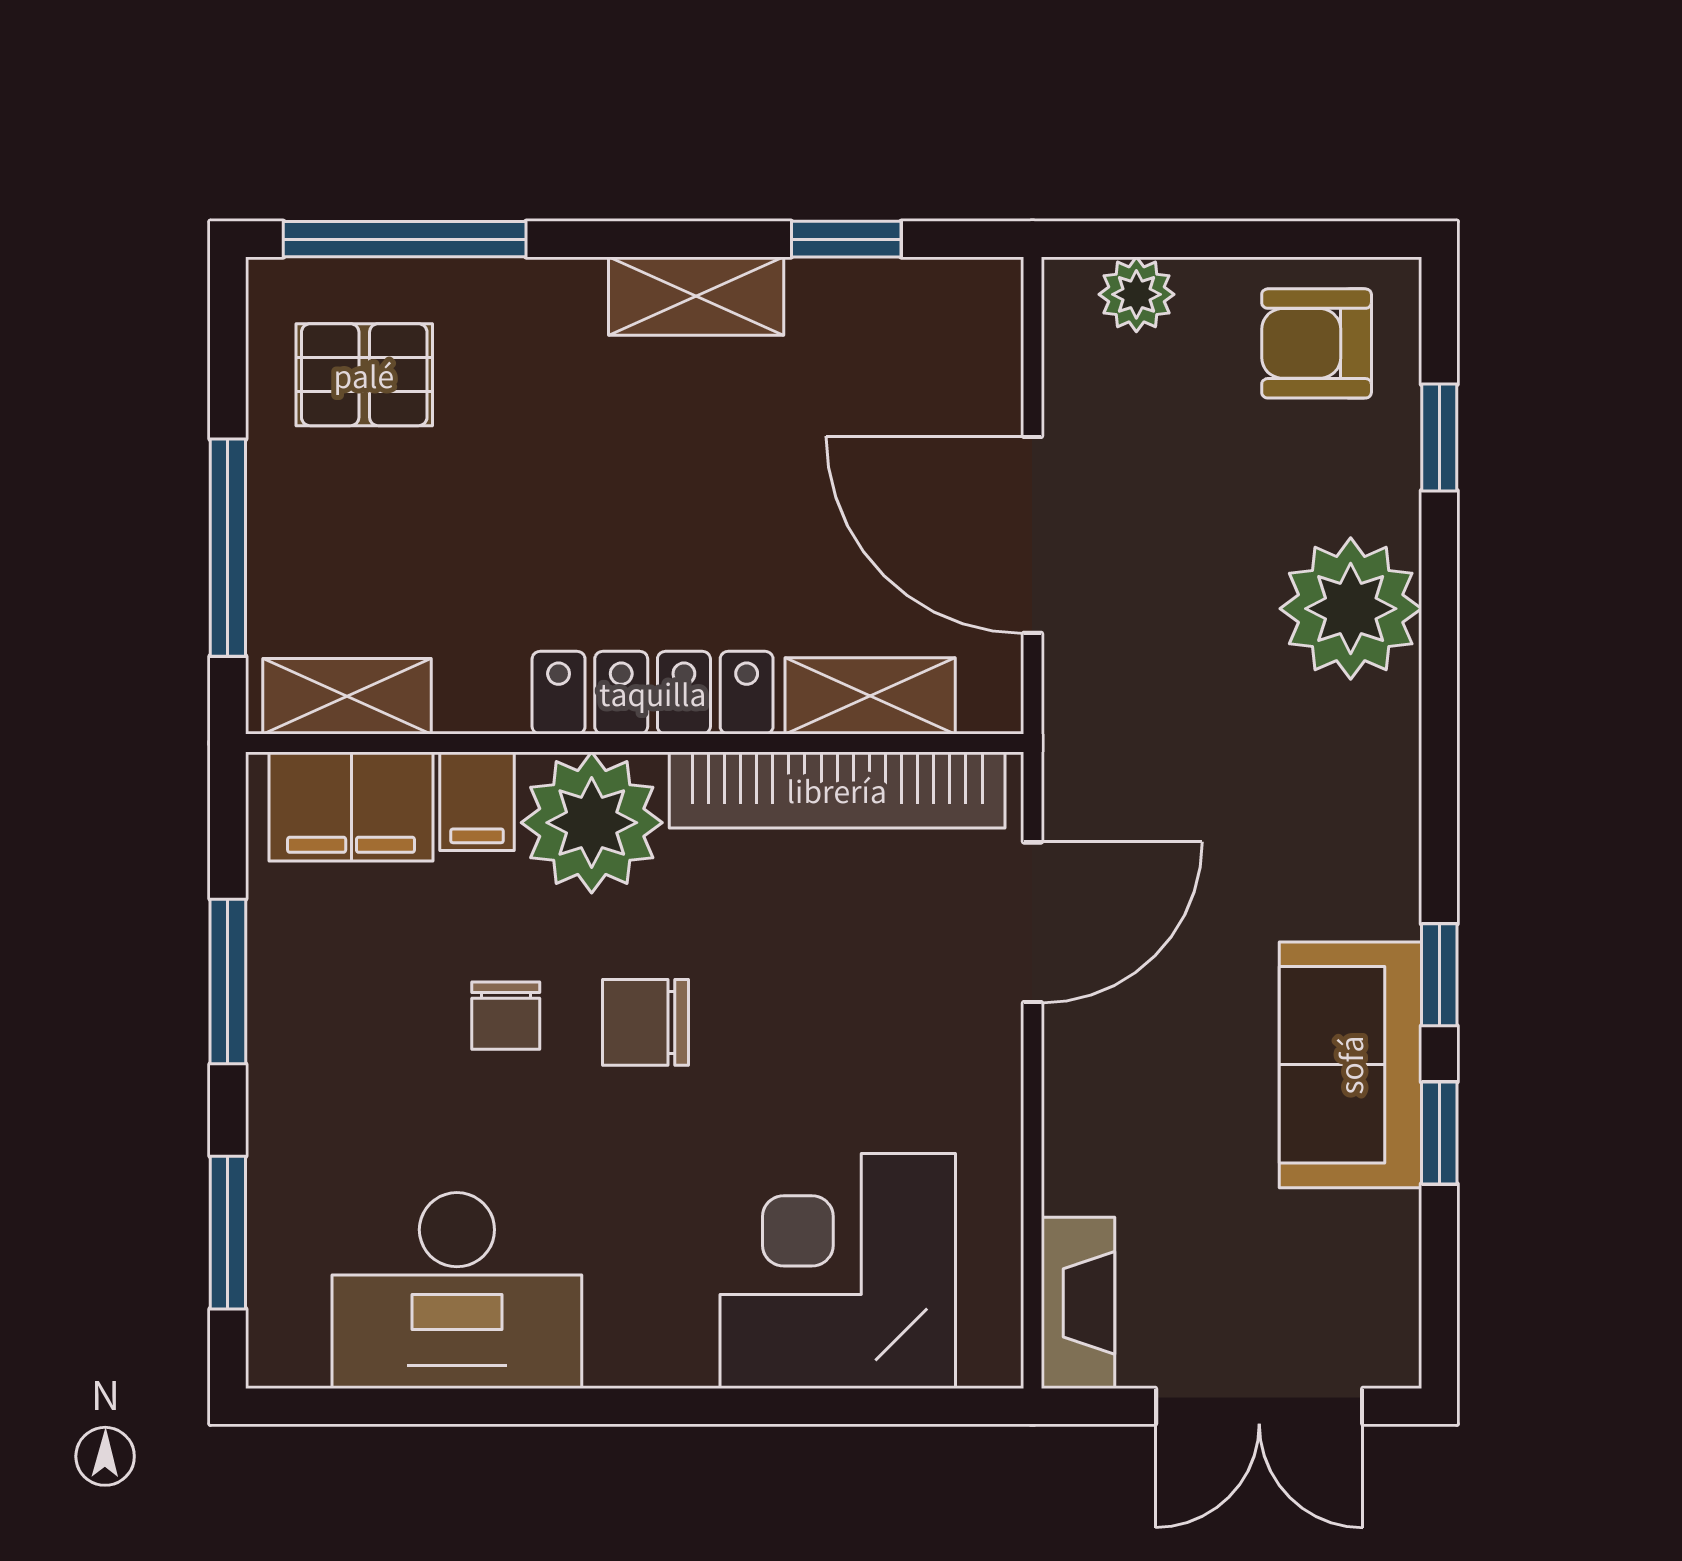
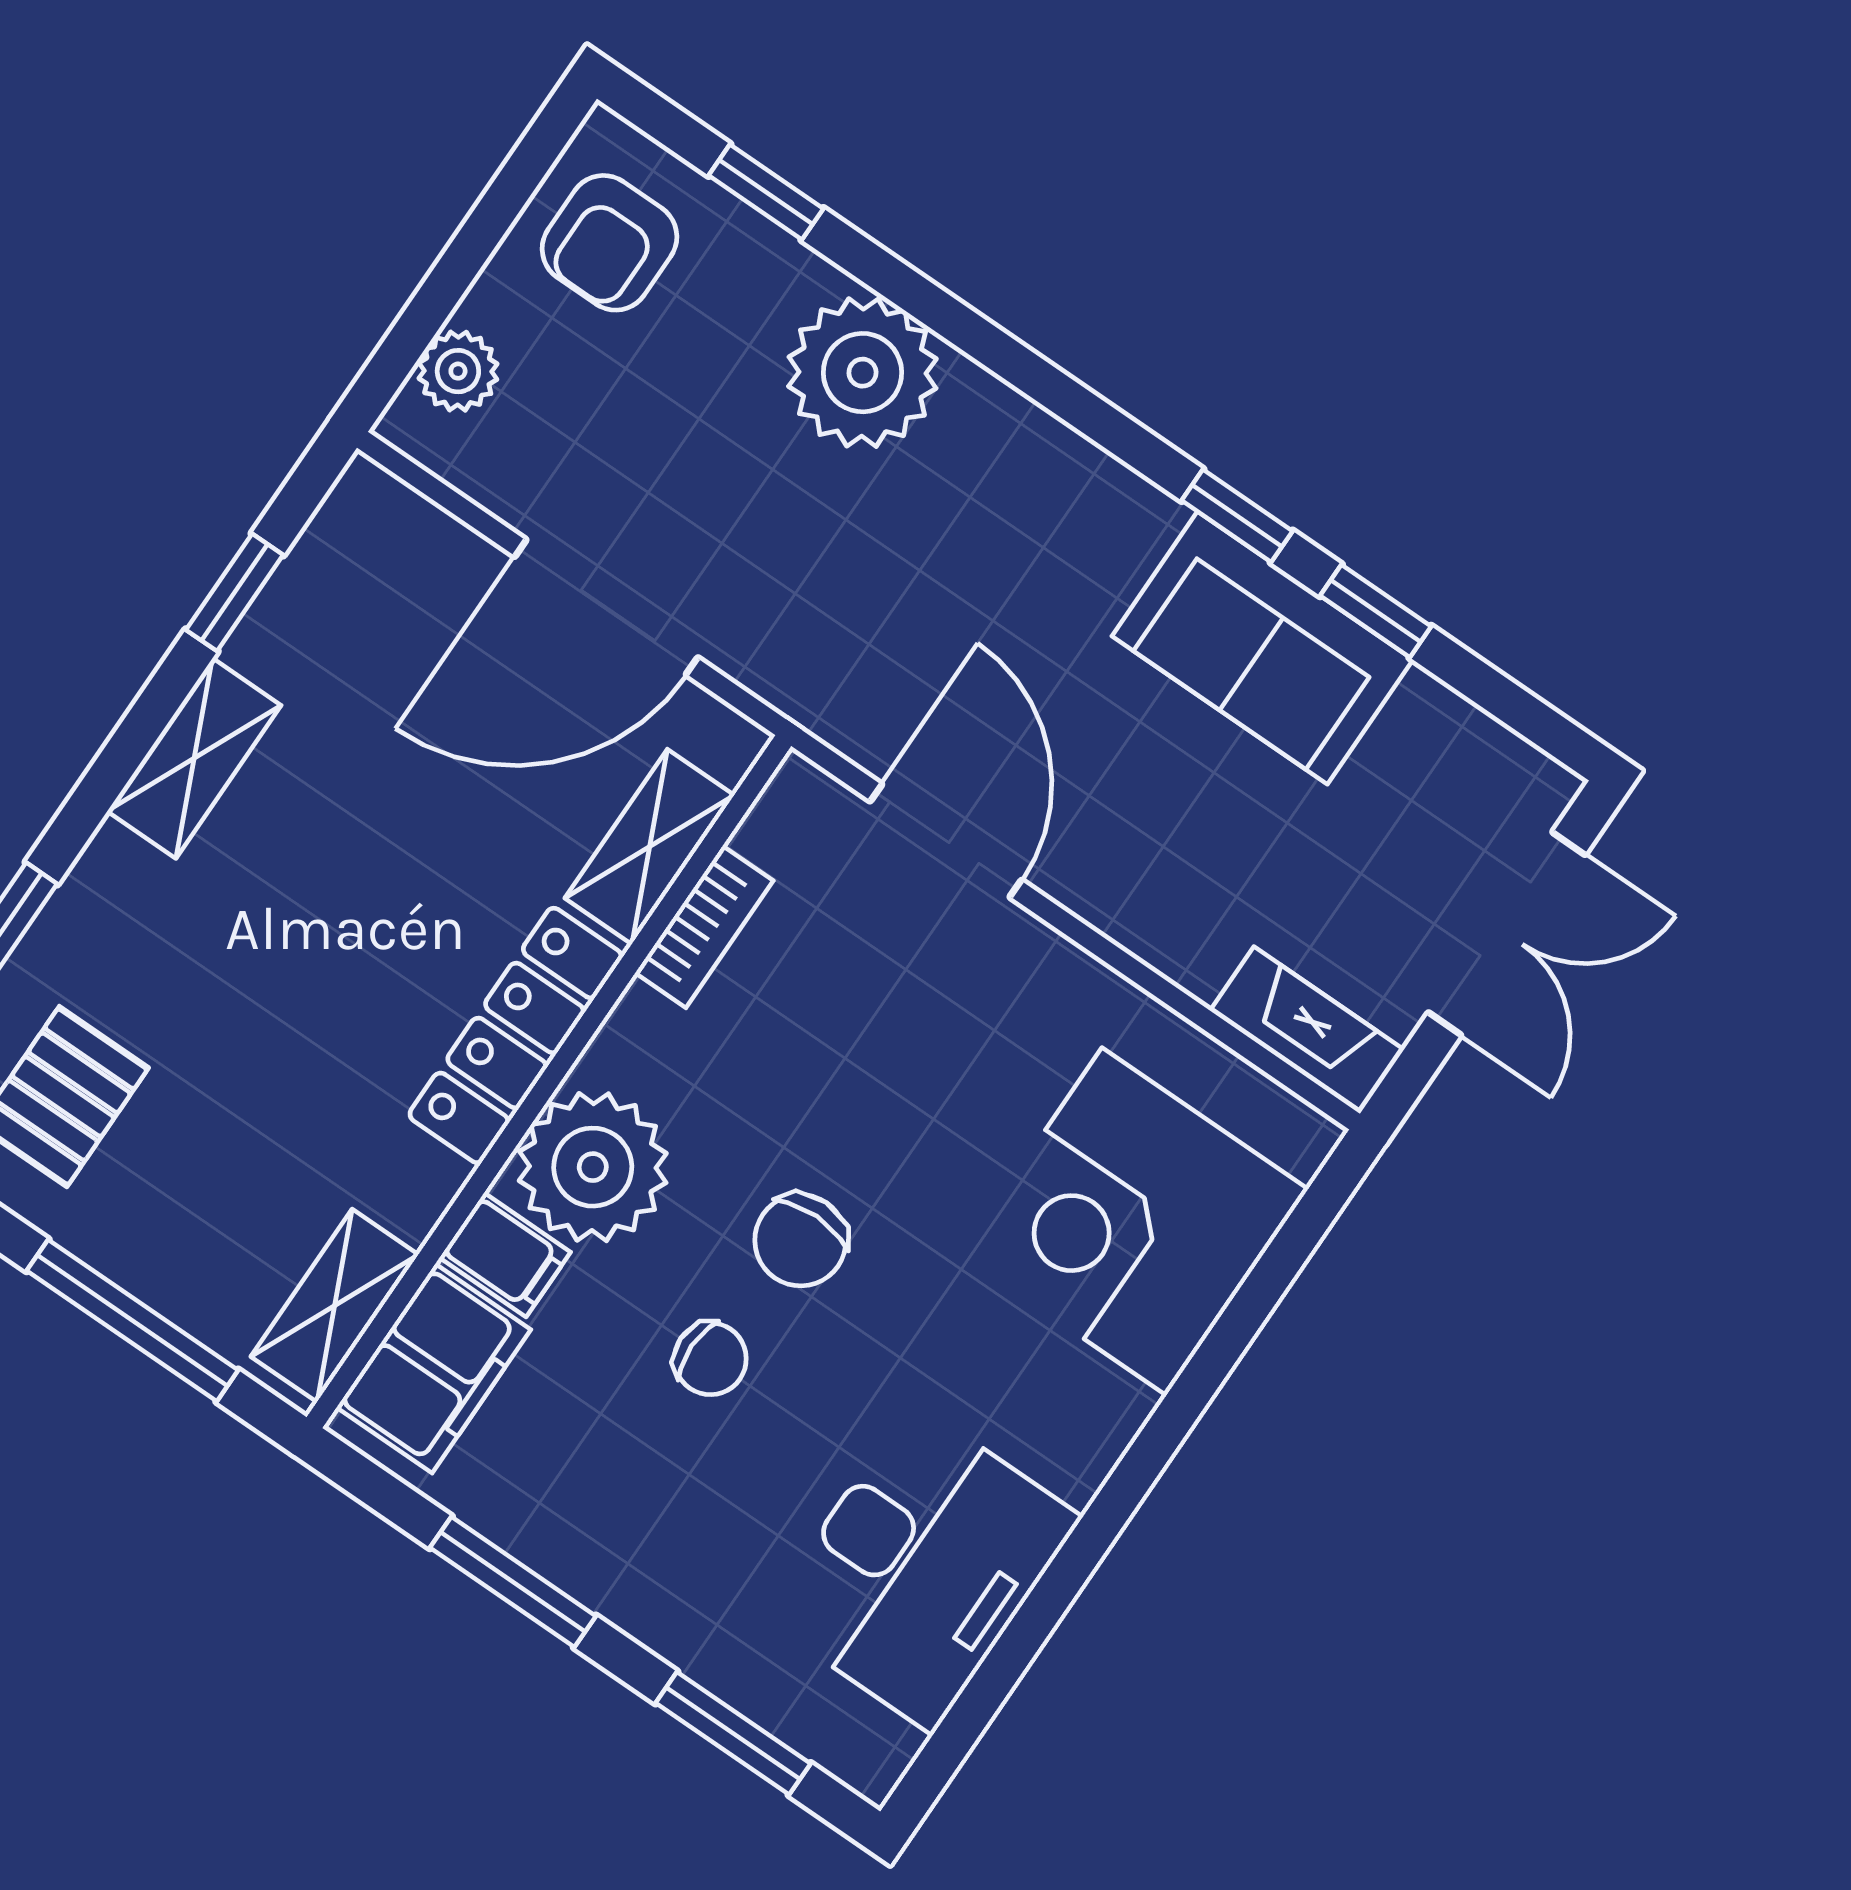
bookcase: (837, 790) -> (704, 927), width x0.43, depth x0.76

